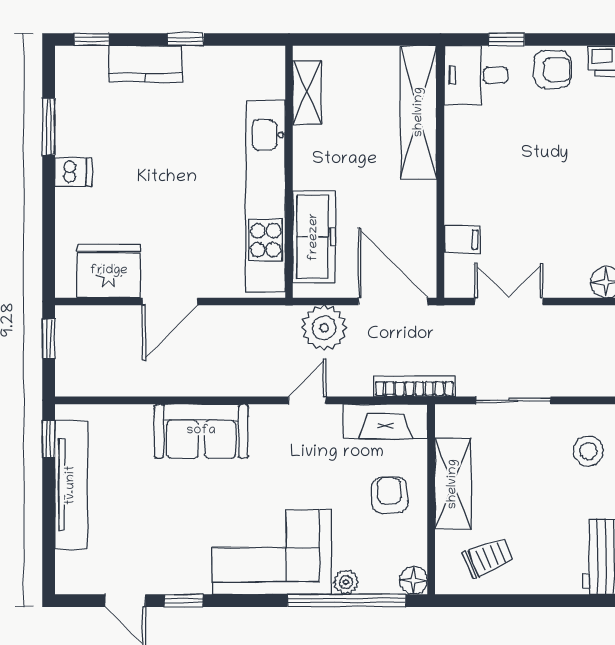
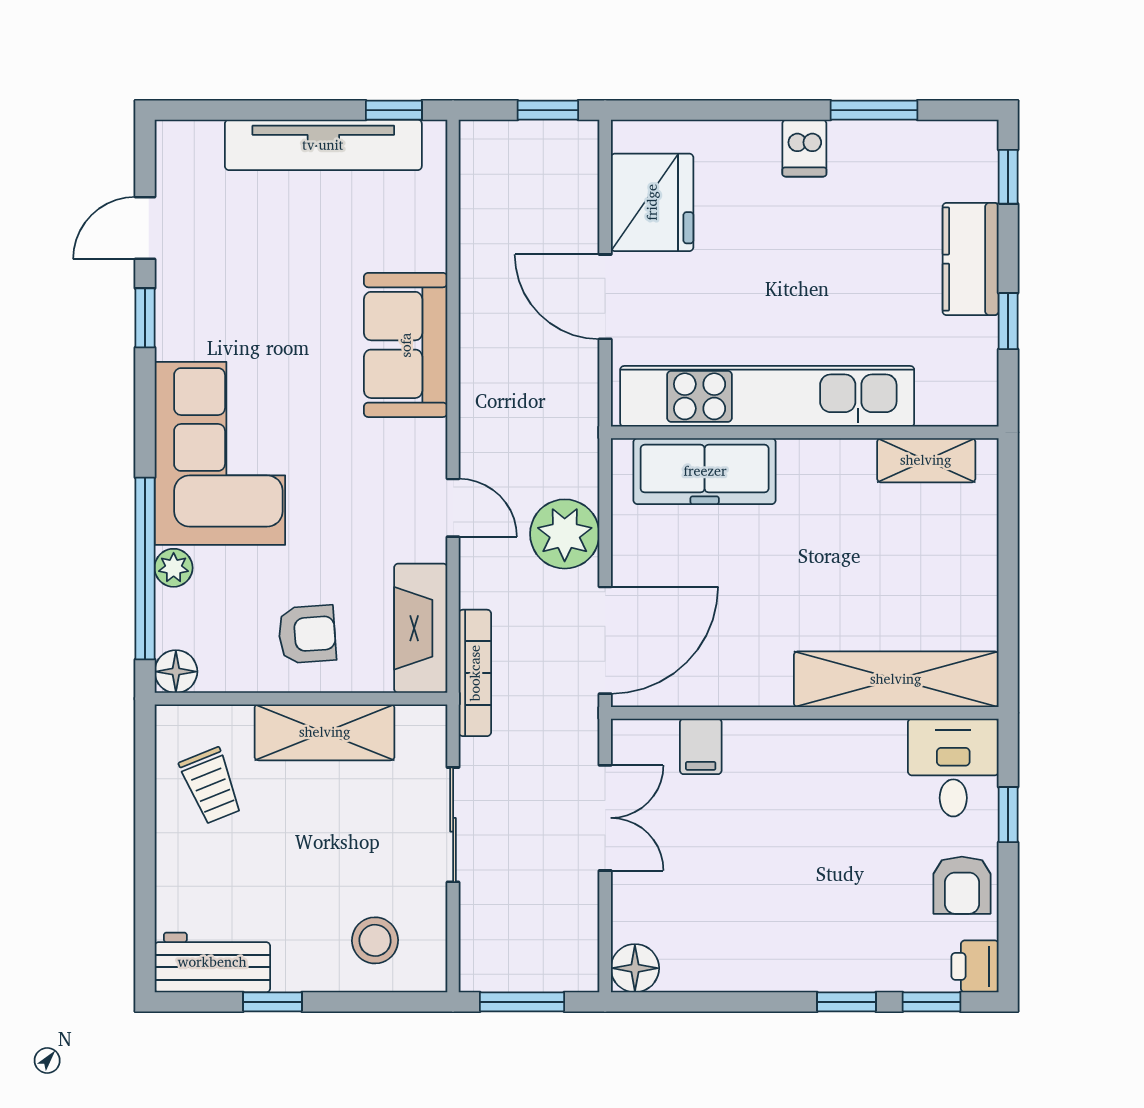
shelving: (307, 93) -> (926, 460), moved
wall: (289, 172) -> (805, 432), moved
kitchen unit: (266, 196) -> (767, 396), moved
freezer: (314, 237) -> (705, 471), moved

